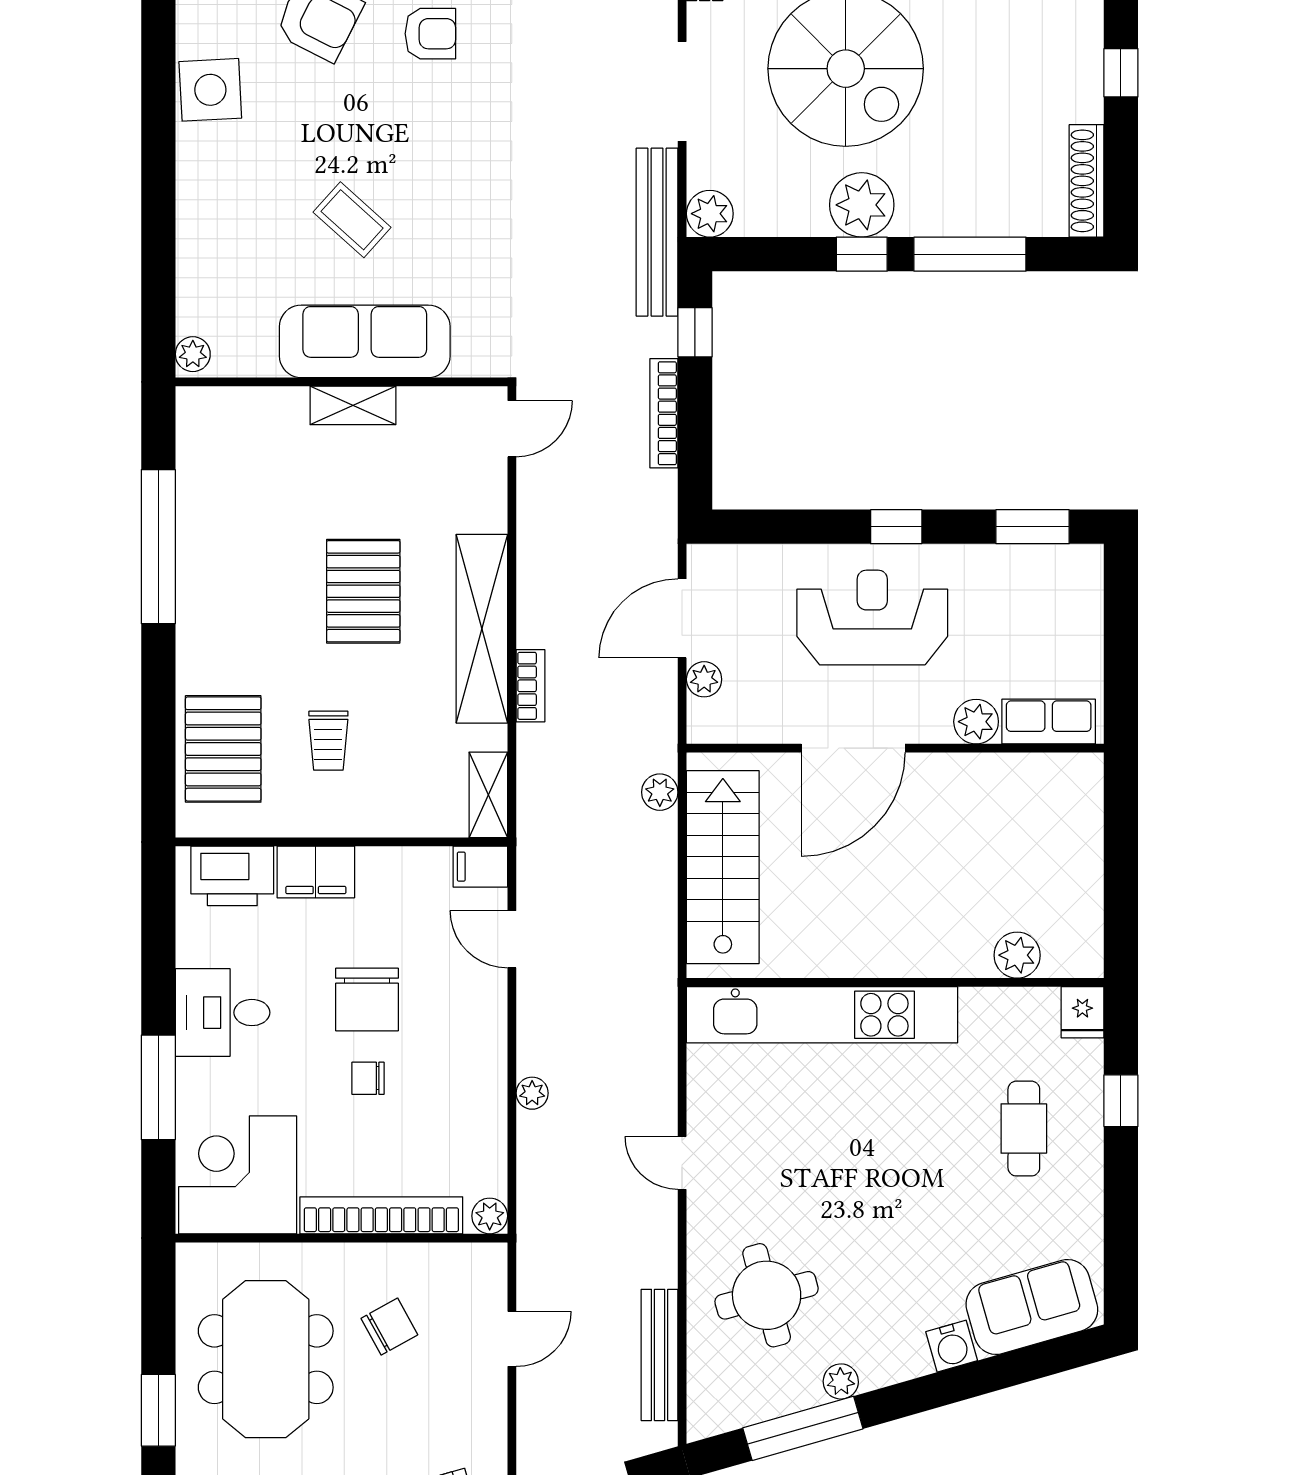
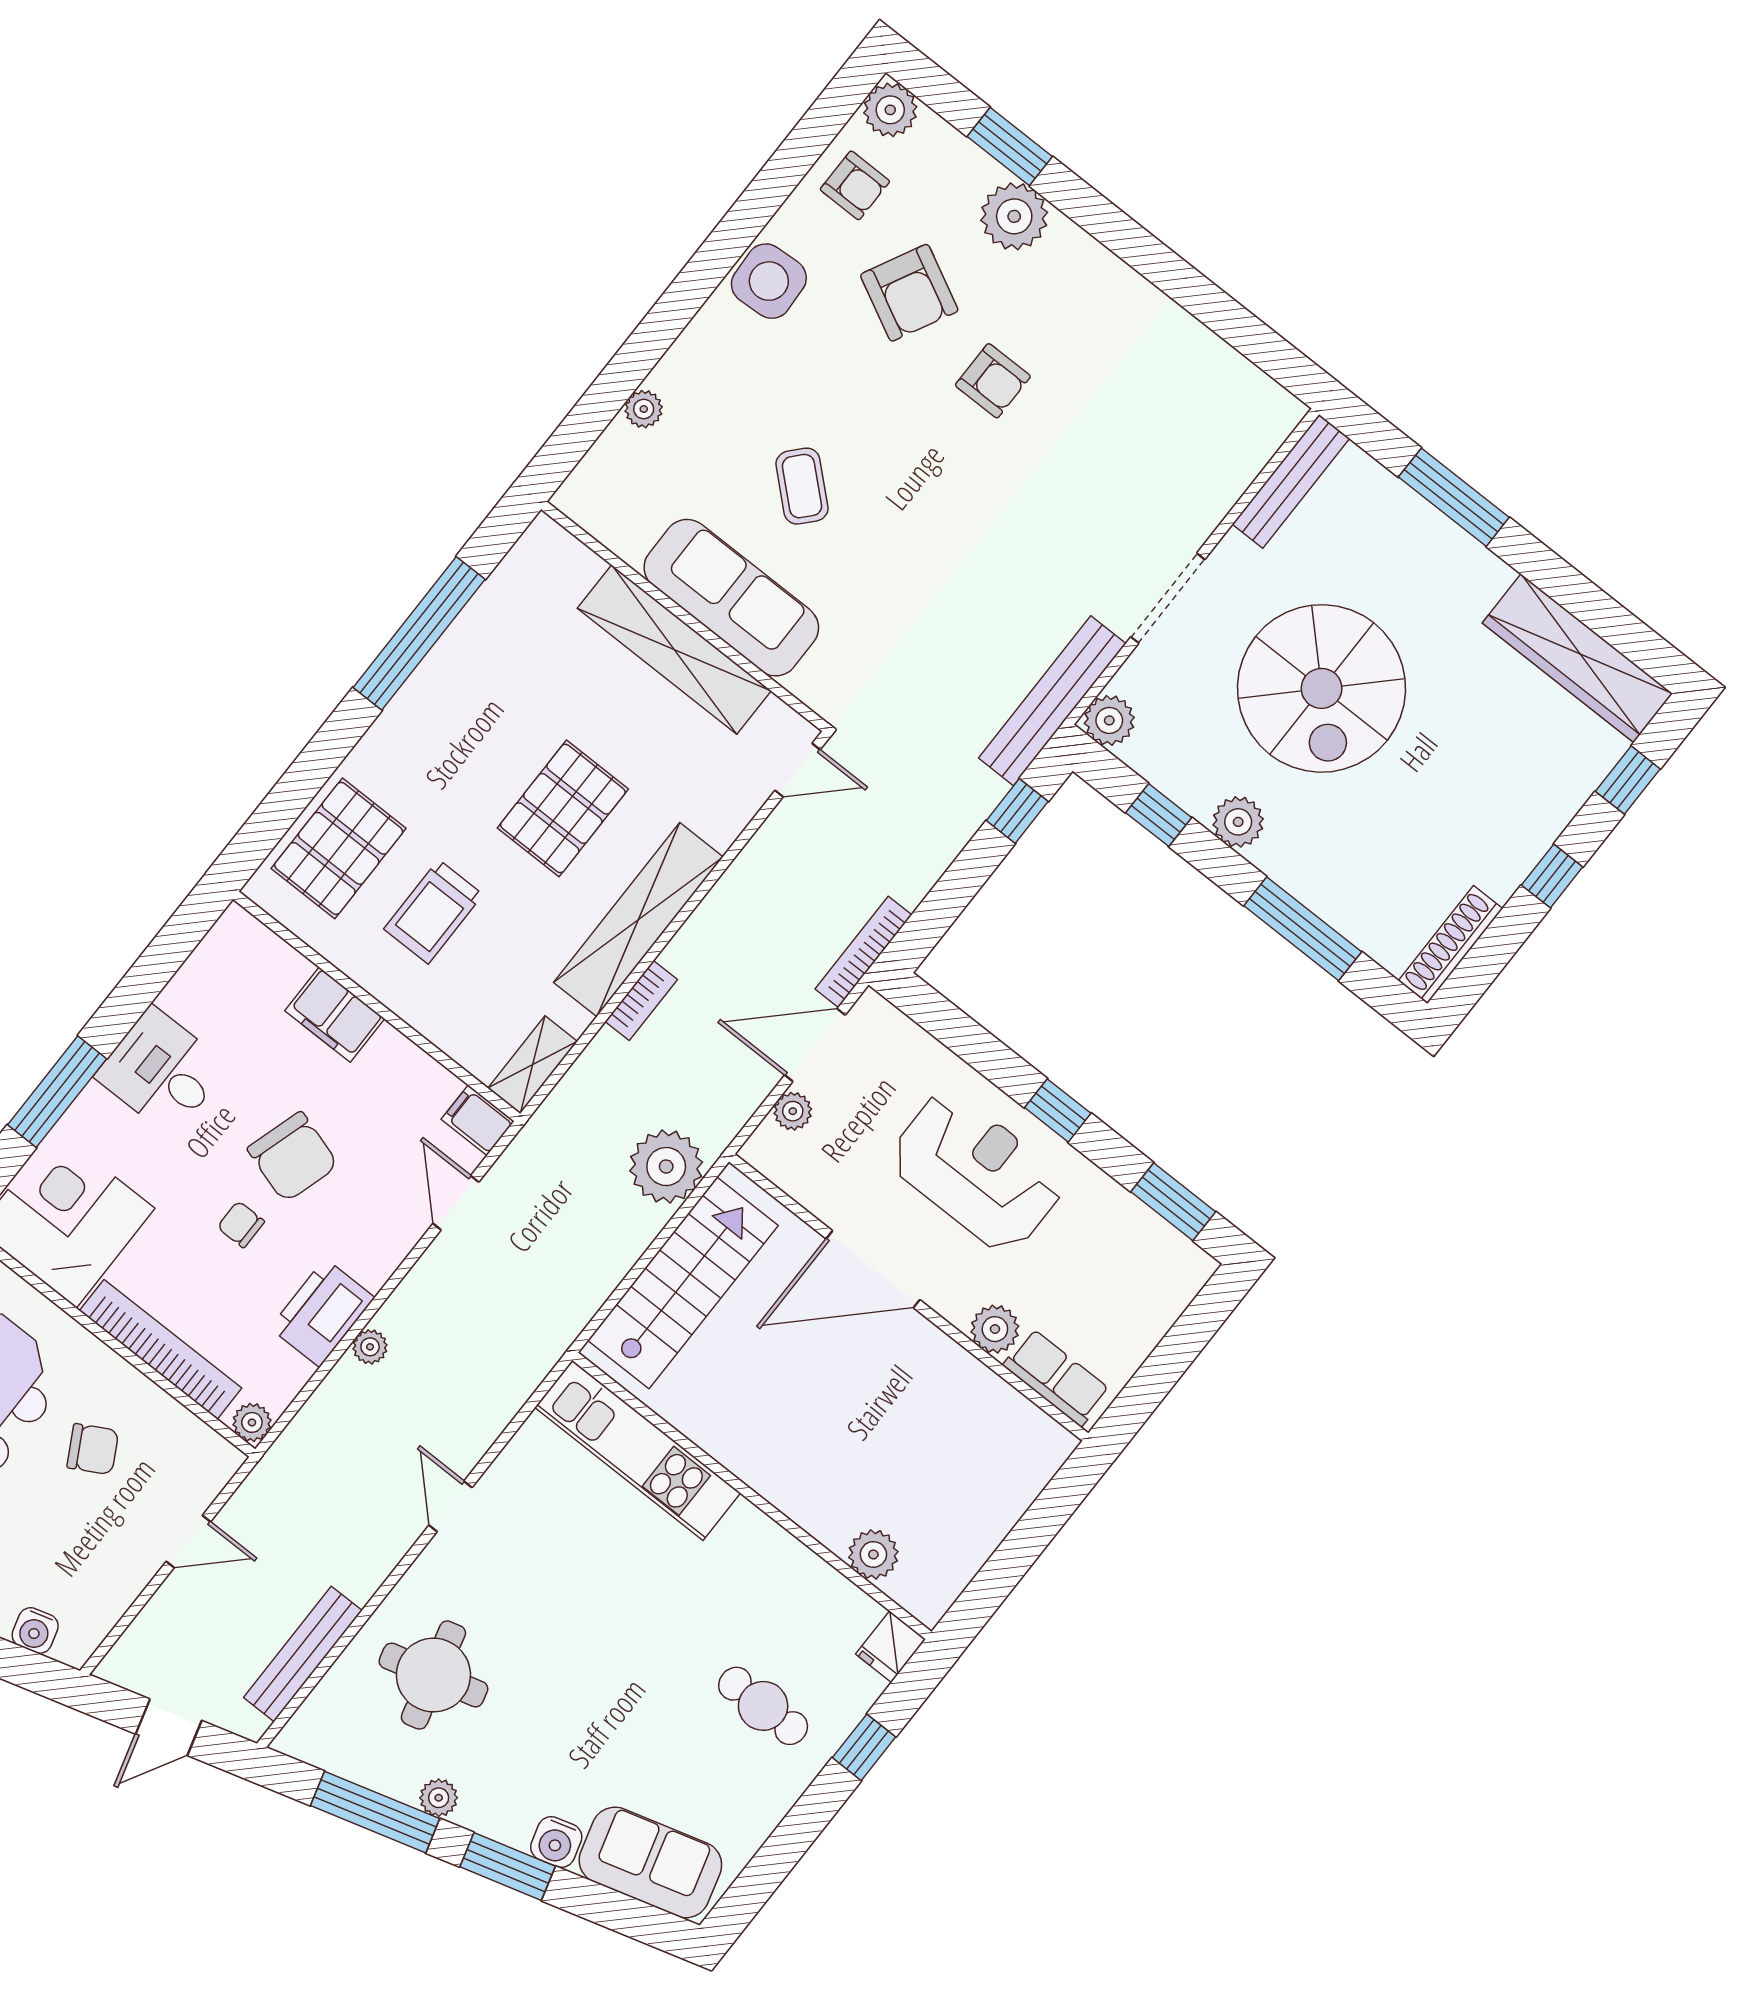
plant: (862, 205) -> (1238, 822), width x0.73, depth x0.73
window: (862, 254) -> (1159, 815), moved
plant: (193, 354) -> (644, 409), moved
shelving: (353, 405) -> (674, 650), width x2.20, depth x1.33
bookcase: (664, 413) -> (863, 952), moved
trolley: (328, 741) -> (433, 912), width x1.36, depth x1.39
plant: (660, 792) -> (666, 1167), width x1.88, depth x1.88
printer: (232, 876) -> (322, 1313), moved, turned 90
chair: (367, 999) -> (293, 1157), turned -73
kitchen unit: (822, 1015) -> (638, 1450), width x0.73
cafe table: (1024, 1129) -> (763, 1706), turned 90
window: (930, 1392) -> (508, 1866), added

